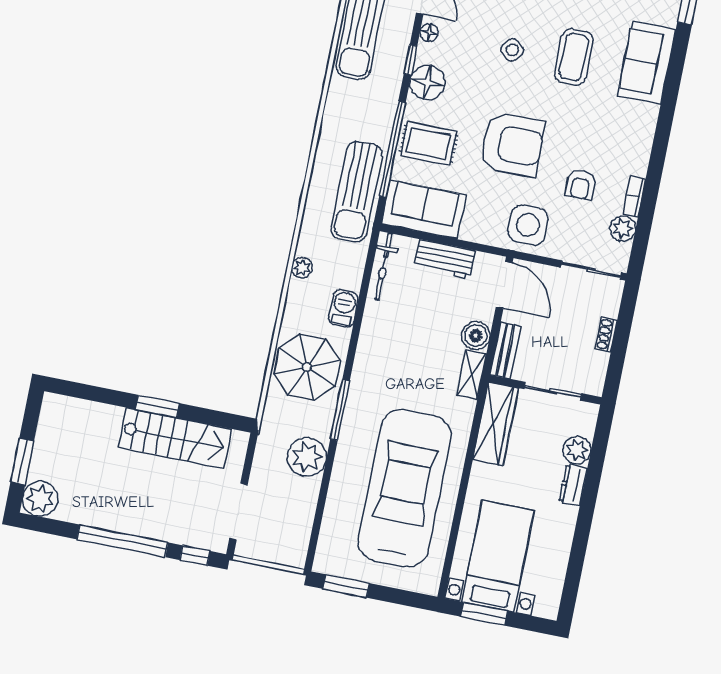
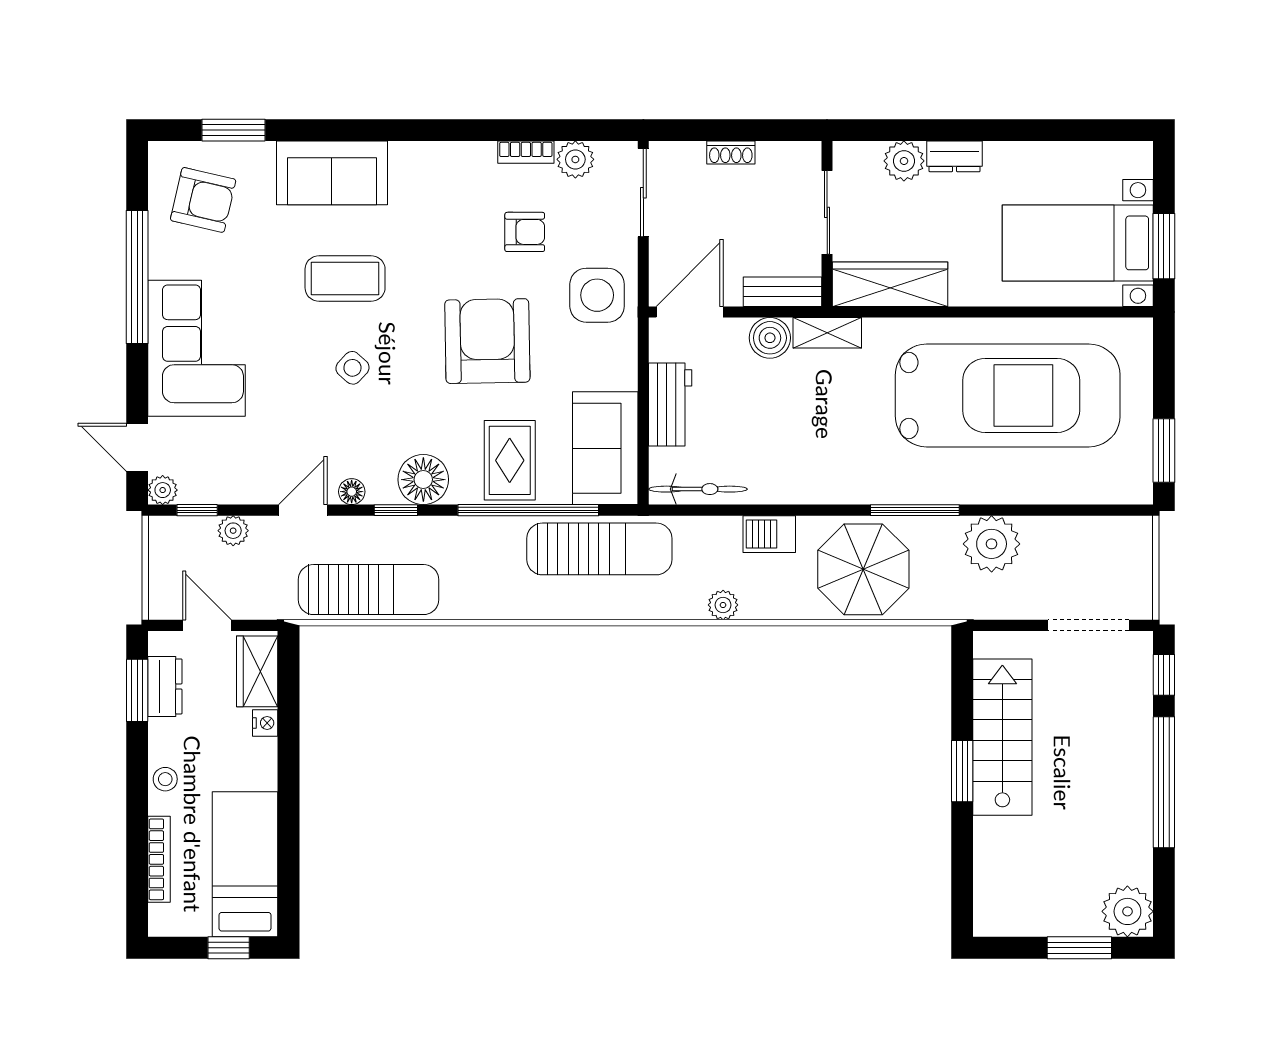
car: (405, 488) -> (1008, 395), turned 180

